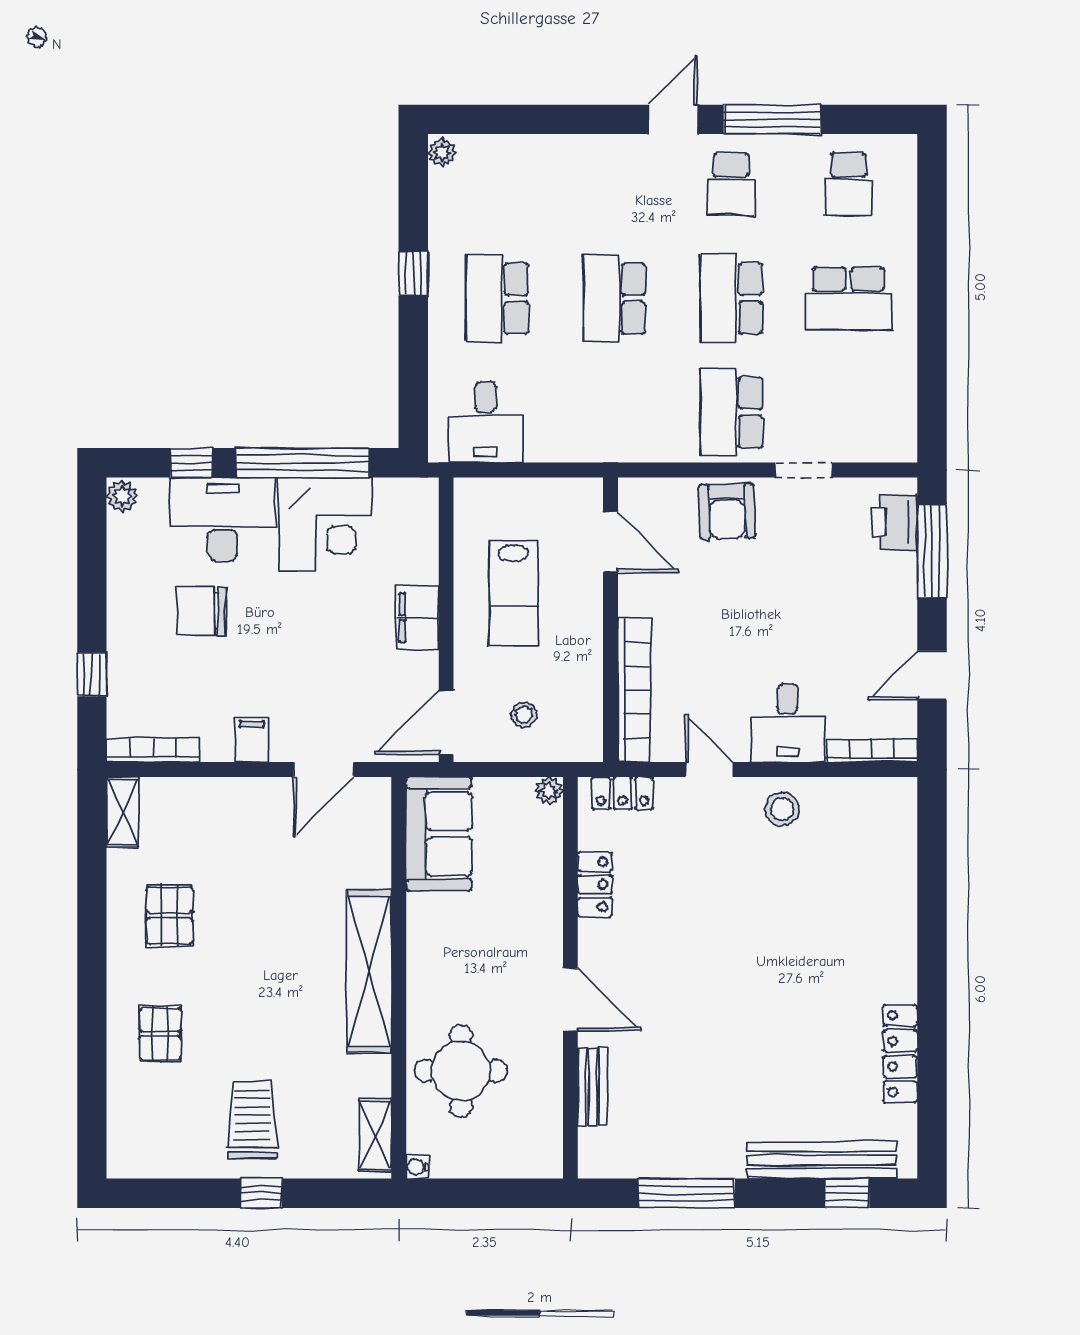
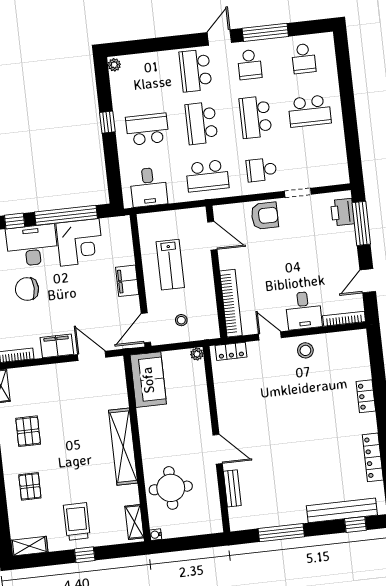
school desk: (614, 184) -> (195, 71), added
school desk: (497, 298) -> (147, 129), turned 90
school desk: (614, 412) -> (207, 176), added
school desk: (731, 412) -> (261, 170), width x0.54
armchair: (727, 511) -> (265, 216), turned -88
filing cabinet: (252, 740) -> (57, 346), width x2.00
door: (323, 770) -> (92, 356), swing flipped
locker: (595, 884) -> (366, 396), moved, turned 180
shelving: (145, 1161) -> (29, 546), added

